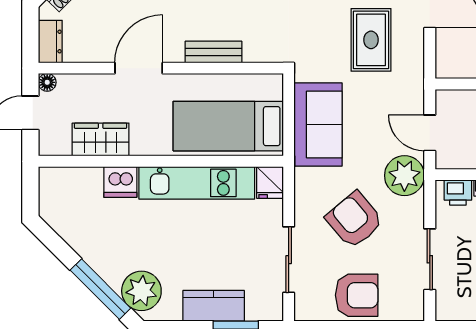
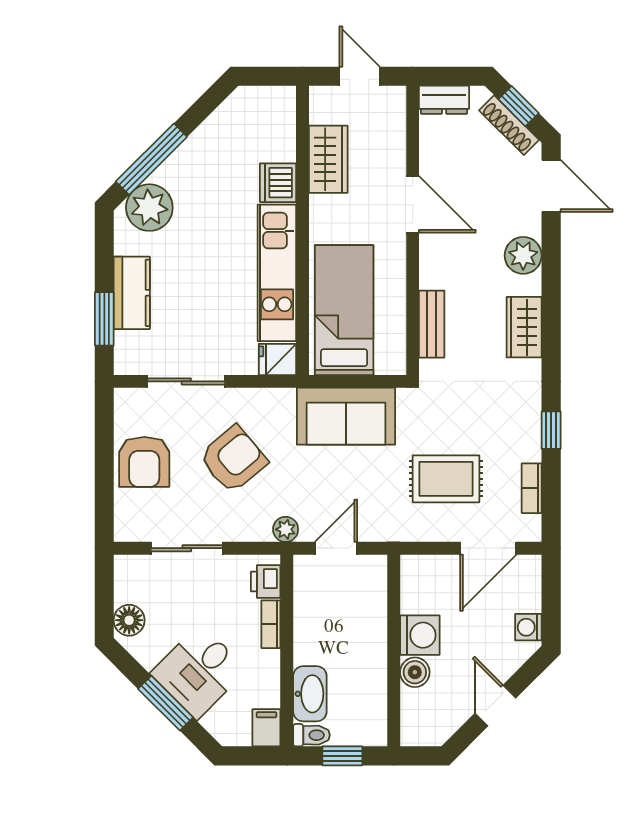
bench: (213, 52) -> (432, 324), moved
floor lamp: (47, 82) -> (396, 96), removed
plant: (404, 176) -> (286, 529), width x0.53, depth x0.53

